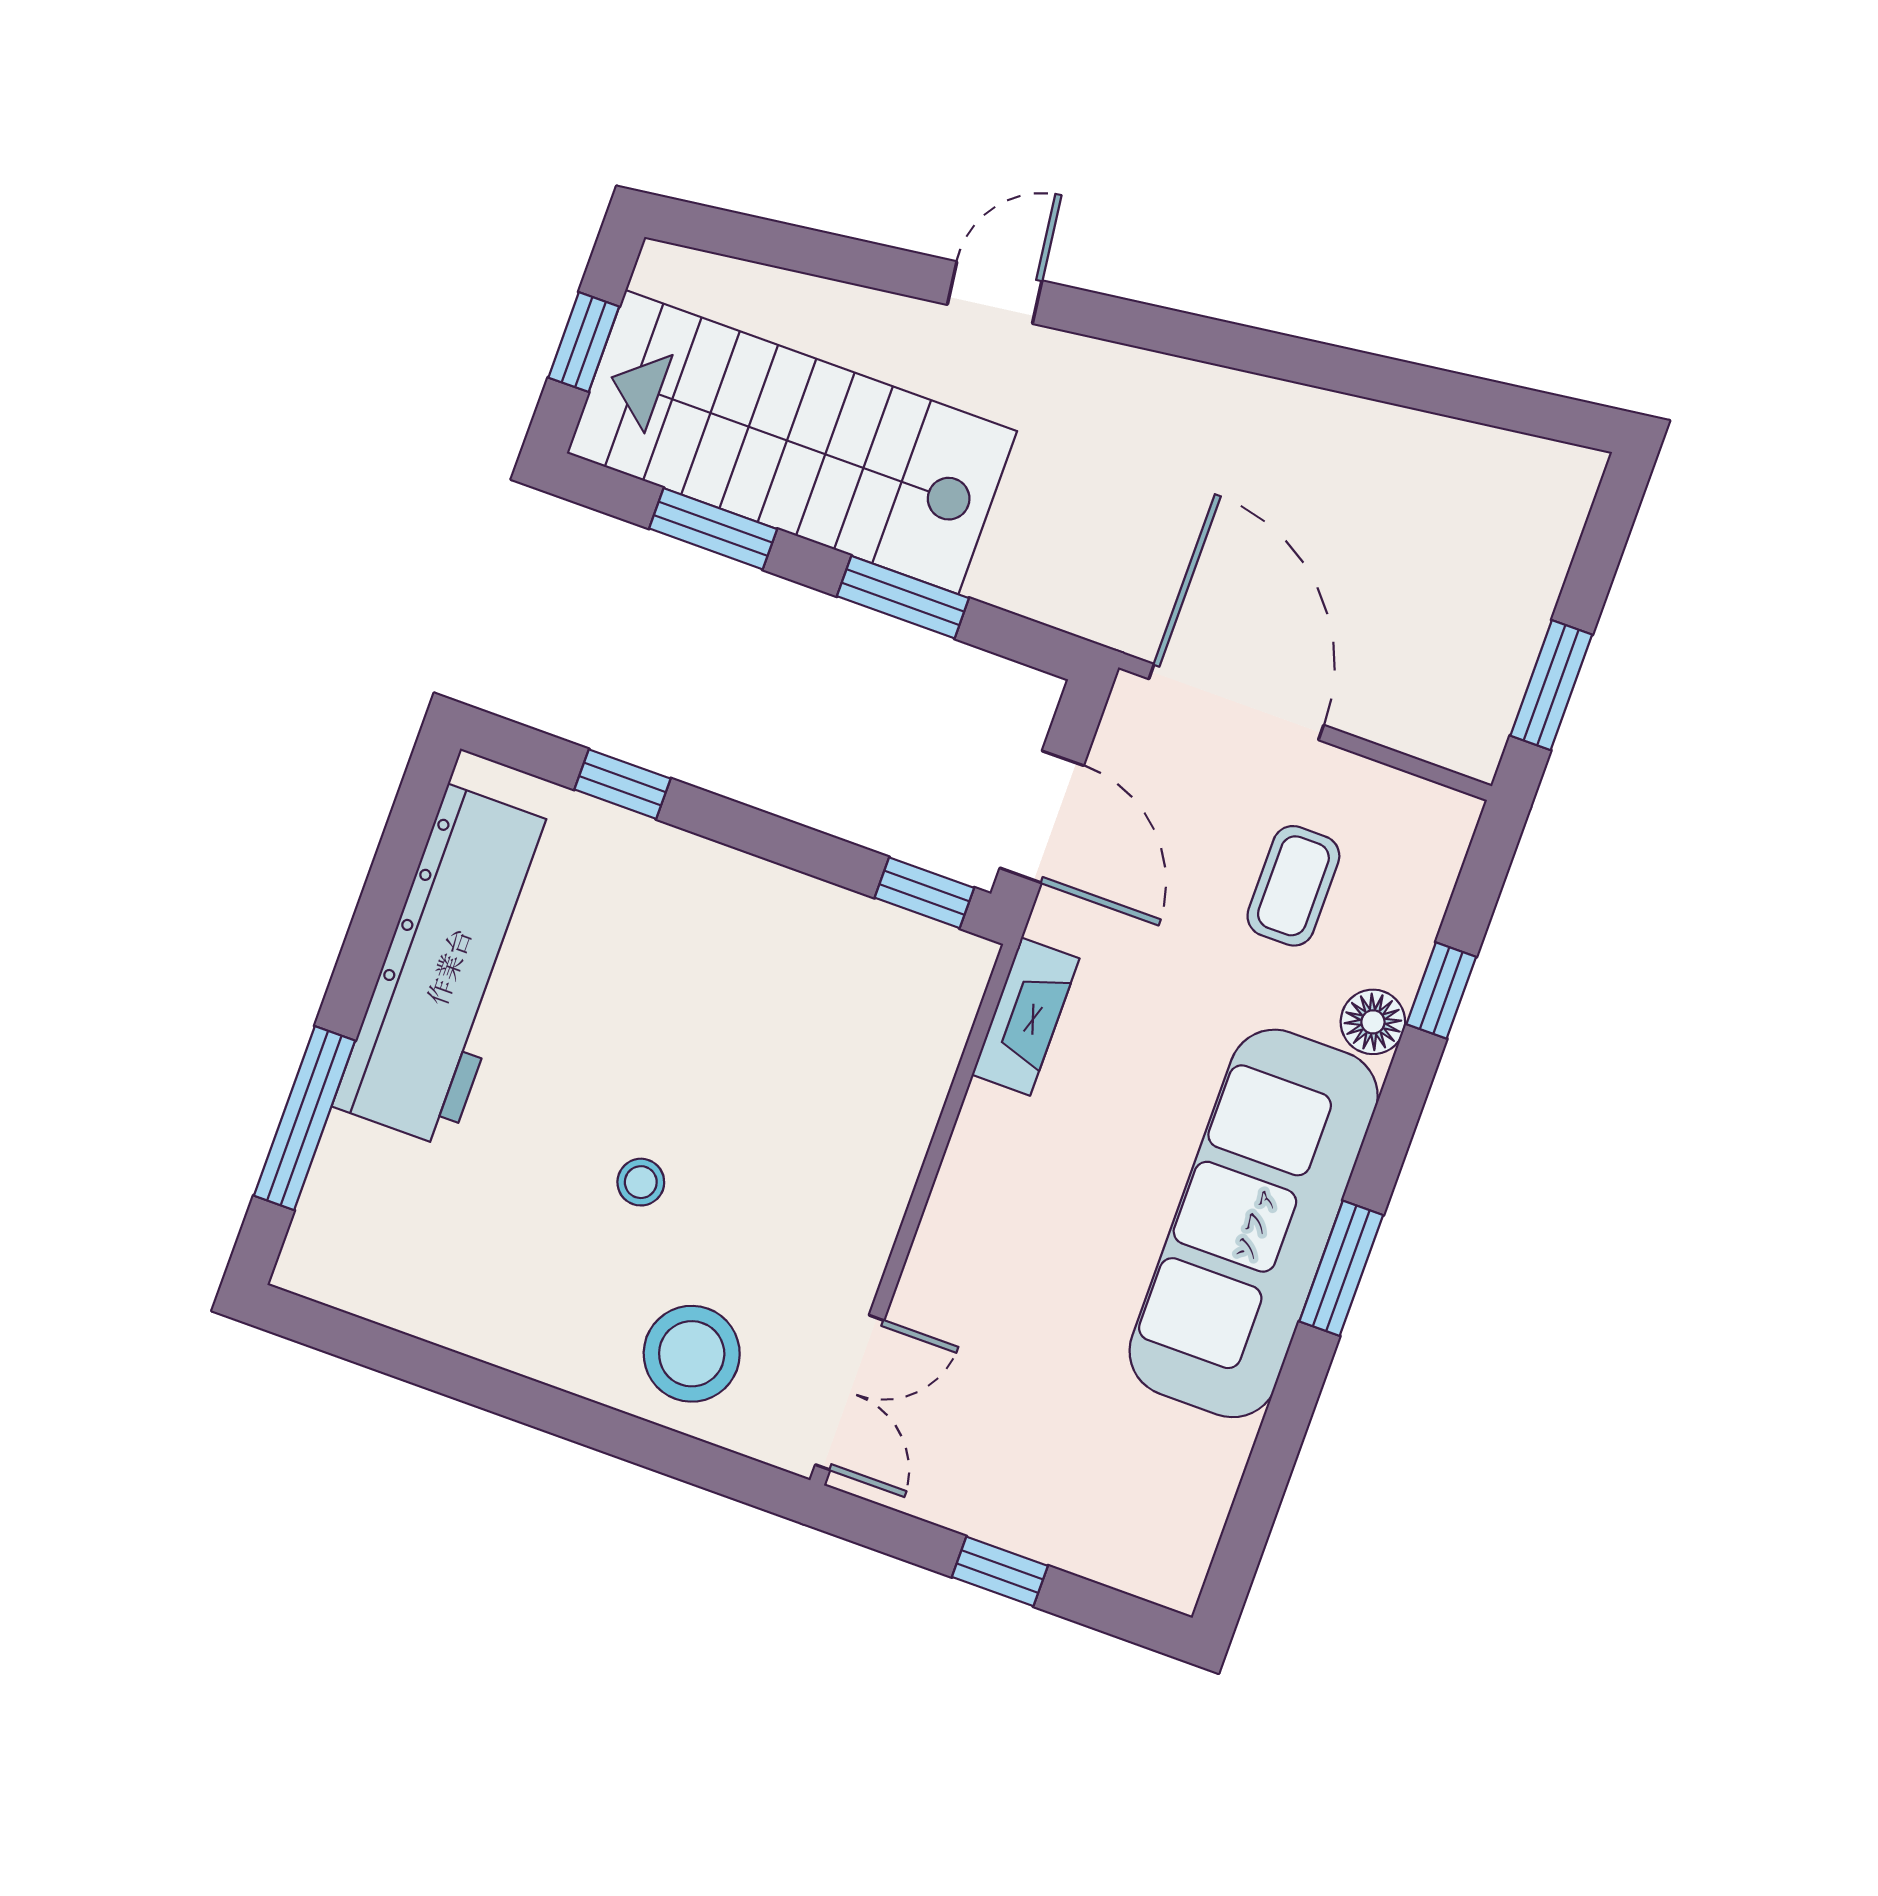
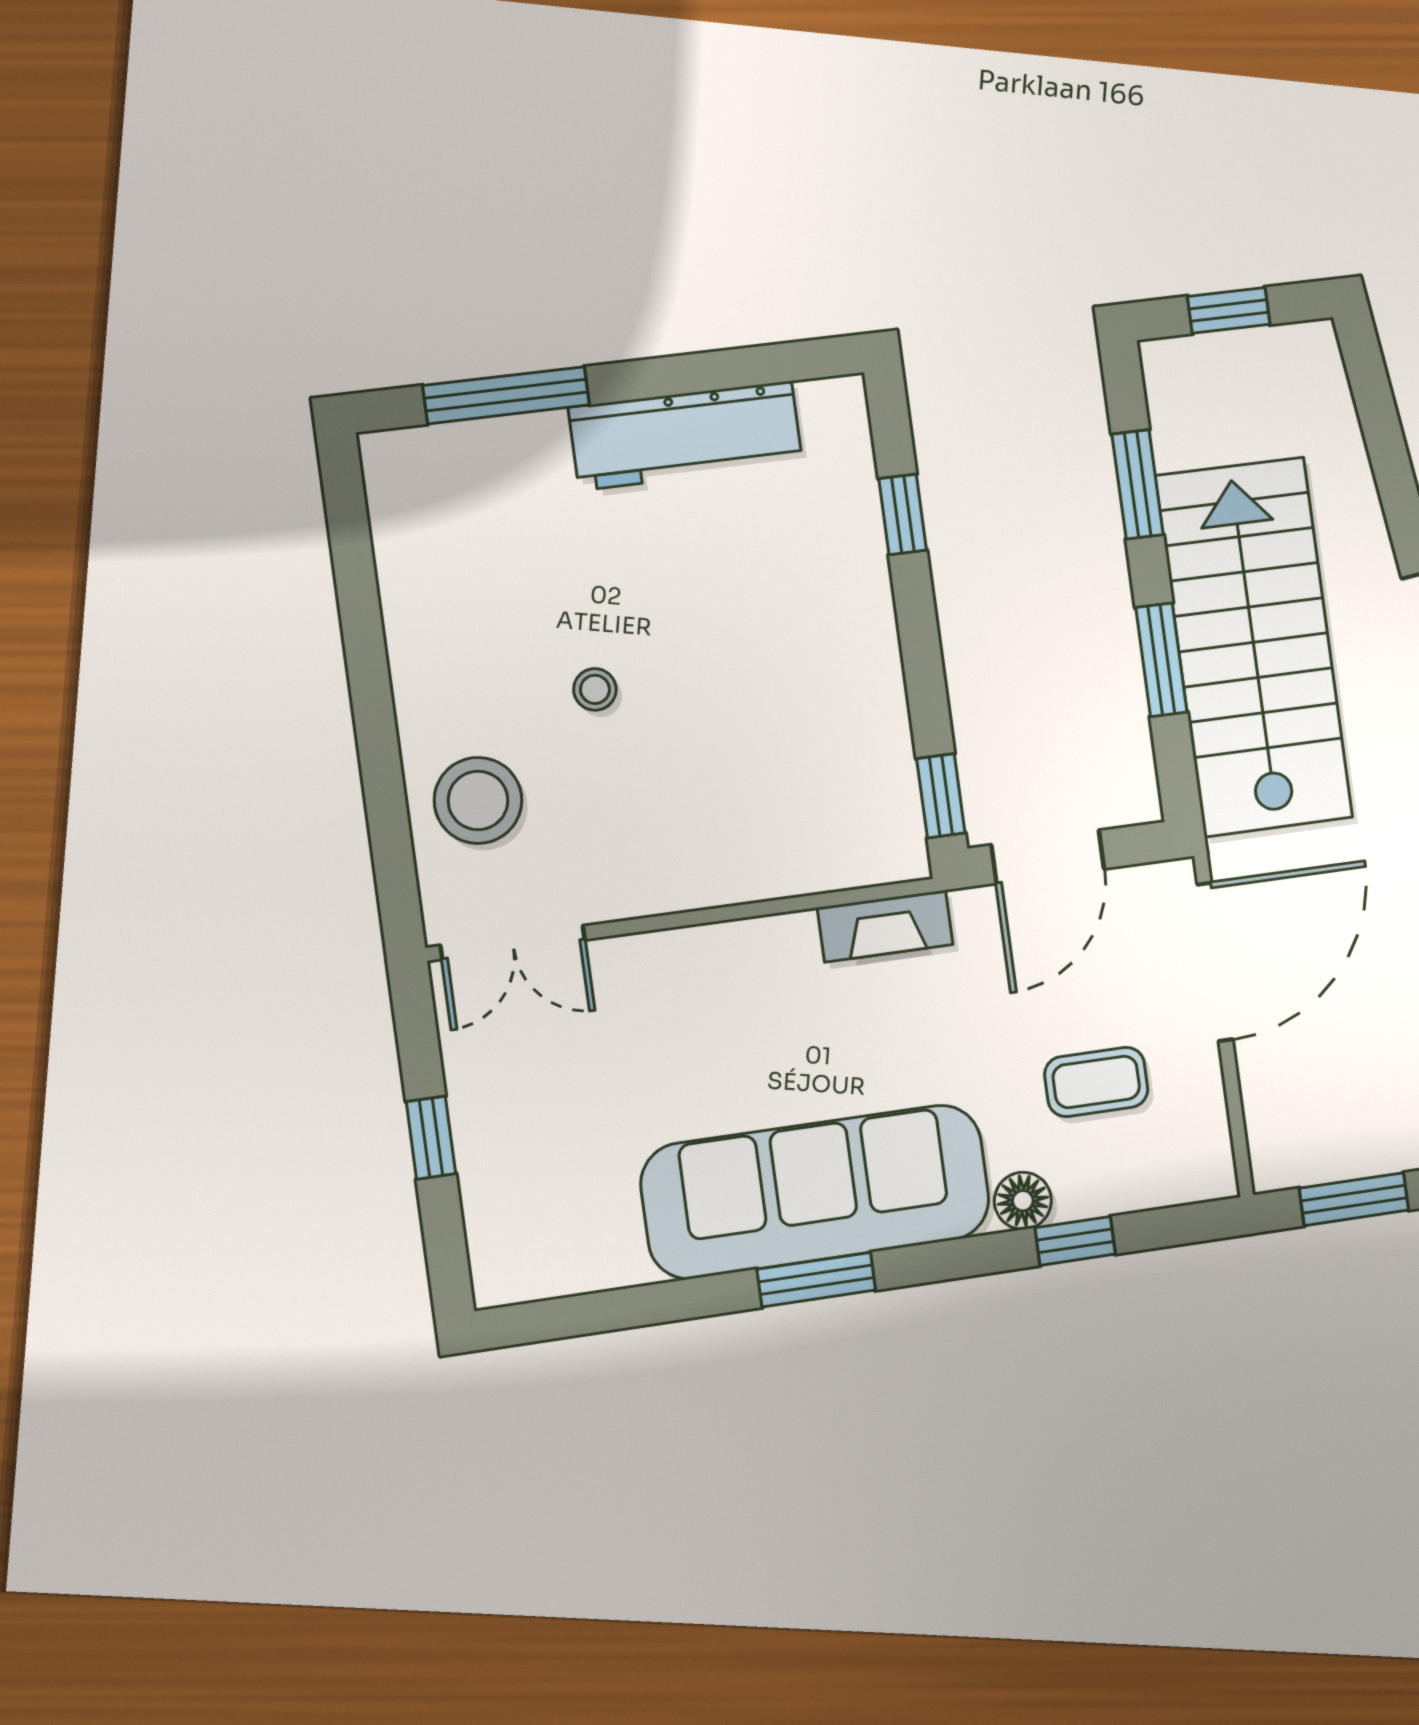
stairs: (792, 442) -> (1254, 647), moved
workbench: (448, 966) -> (686, 436), width x0.73, depth x0.76

